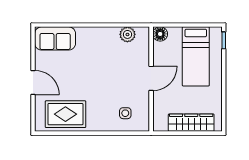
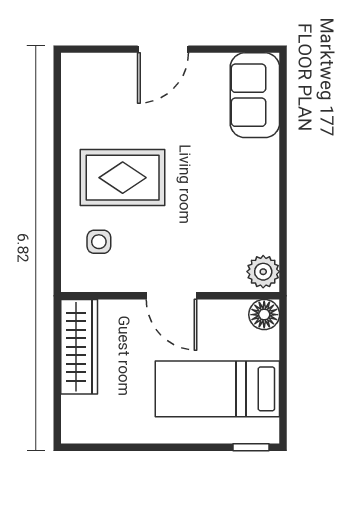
plant: (127, 34) -> (263, 272), moved
rug: (65, 114) -> (123, 178), moved, turned 90
wardrobe: (191, 123) -> (79, 347), moved

